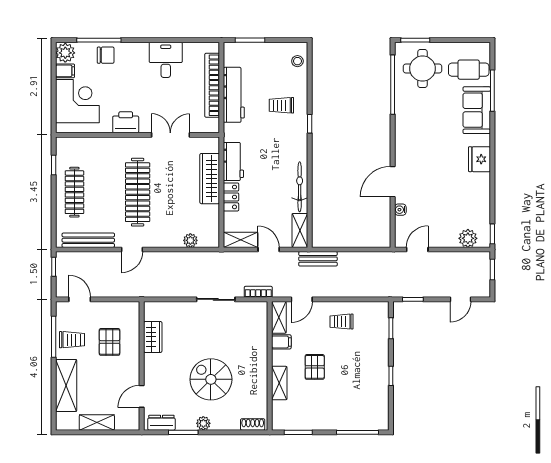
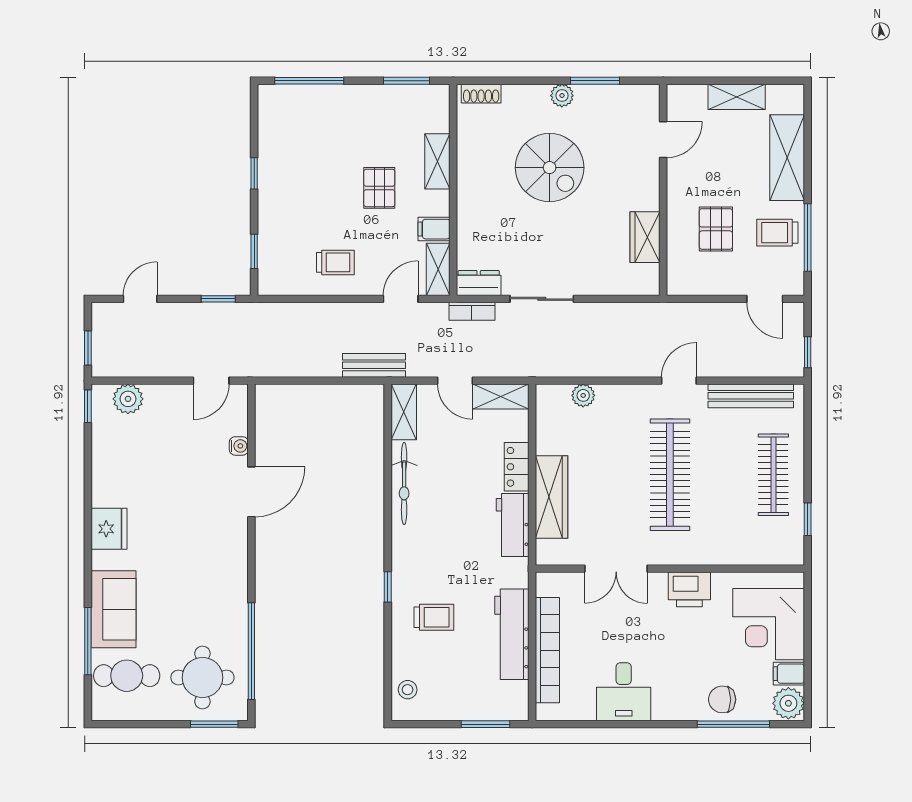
dresser: (161, 423) -> (479, 283), moved, turned 180

